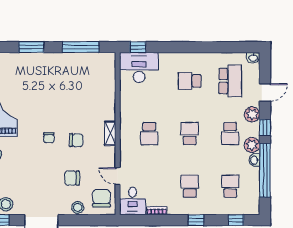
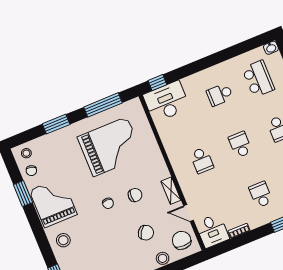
grand piano: (72, 87) -> (110, 147), added
shelving: (110, 133) -> (171, 191), moved
chair: (72, 178) -> (146, 233), turned -146

